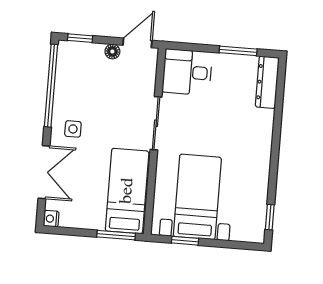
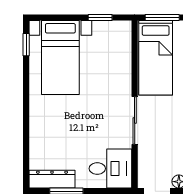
dresser: (267, 82) -> (52, 179), moved, turned -90
bed with nightstands: (197, 197) -> (60, 58), moved

